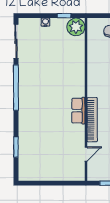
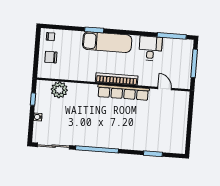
plant: (76, 27) -> (59, 90), moved
row of seats: (78, 111) -> (123, 92), width x2.02
bookcase: (92, 120) -> (117, 79), moved

